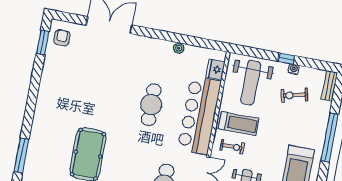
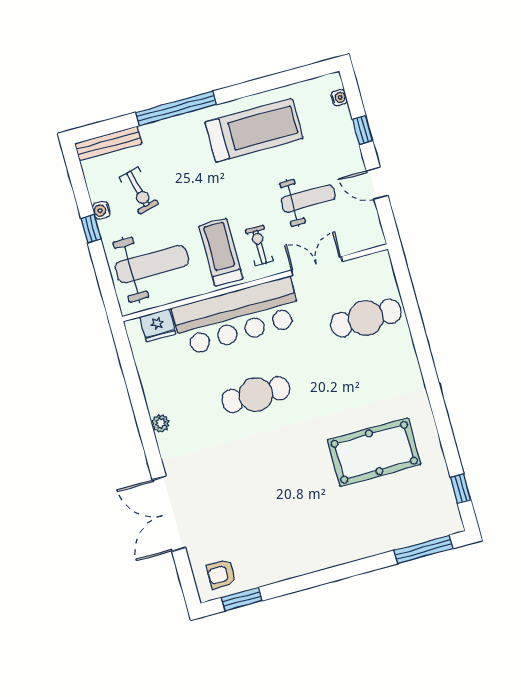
plant: (179, 48) -> (161, 423), moved
bench: (329, 86) -> (108, 143), width x1.36

